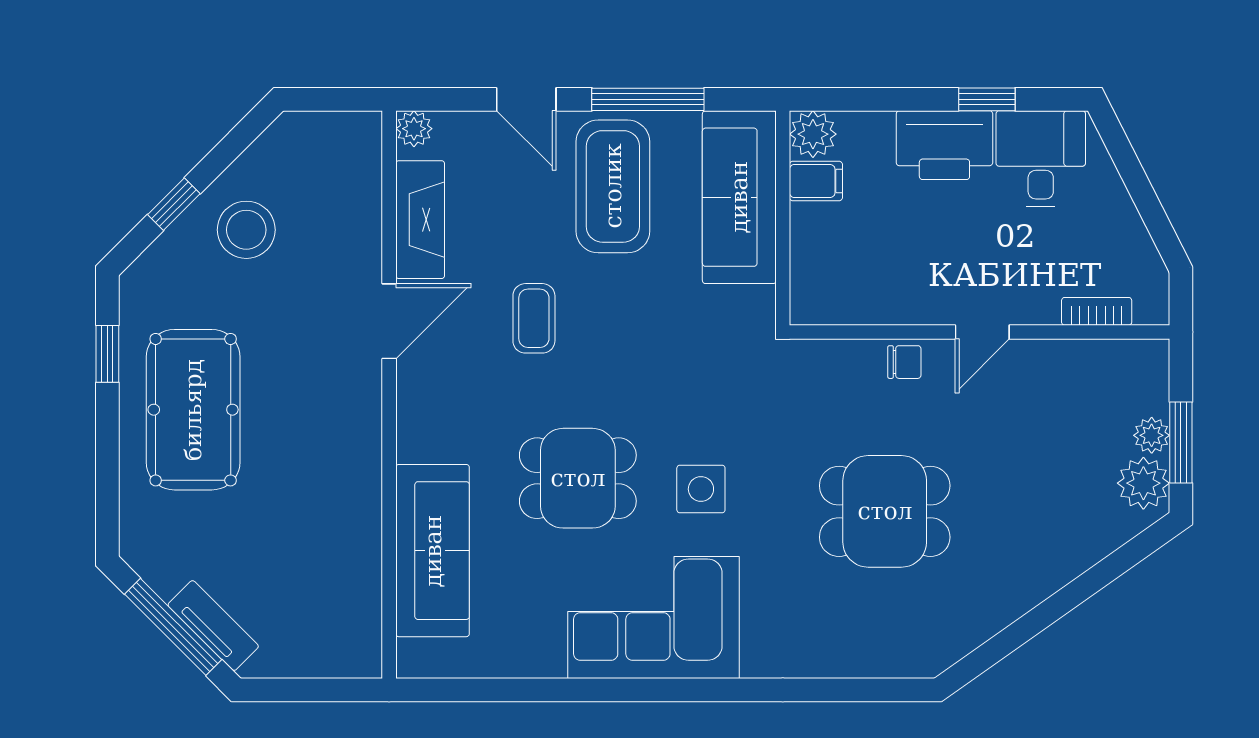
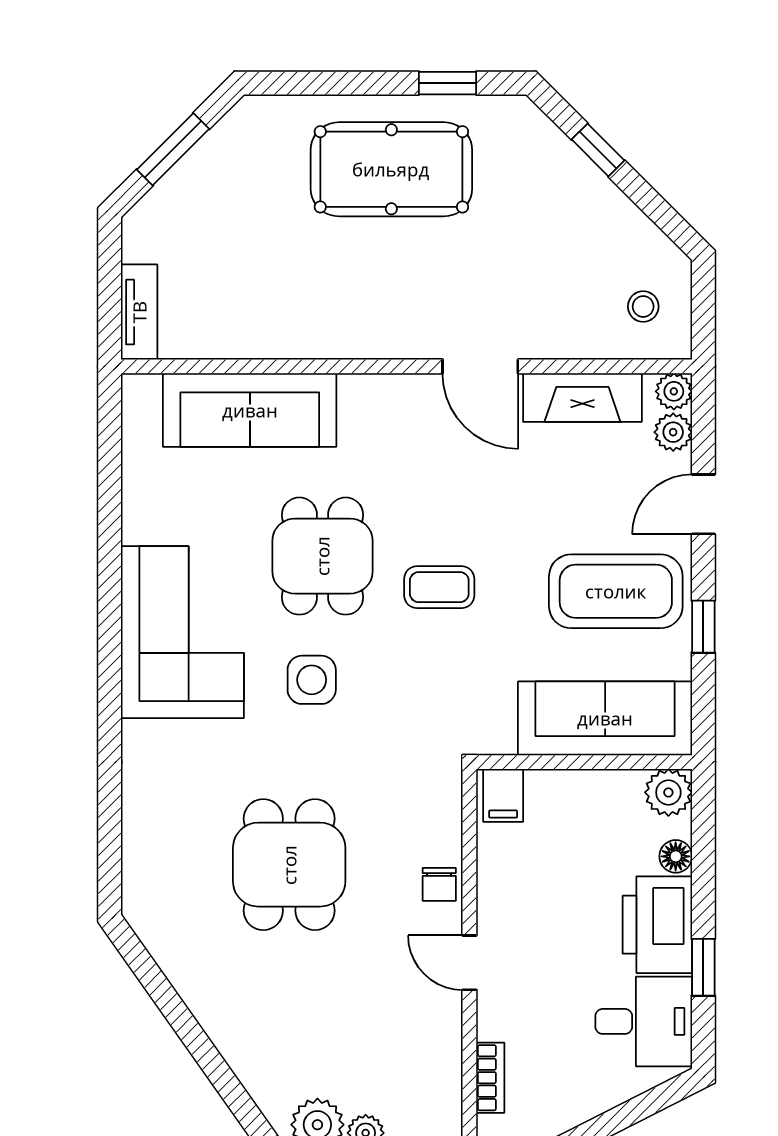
window: (648, 99) -> (703, 627), width x0.46
floor lamp: (877, 127) -> (676, 856), added
plant: (455, 129) -> (673, 432), added
filing cabinet: (816, 181) -> (503, 795), moved
stool: (246, 230) -> (643, 307), moved, width x0.53, depth x0.53
coffee table: (534, 318) -> (439, 587), moved
tv unit: (213, 626) -> (139, 312), moved, turned -45
window: (173, 627) -> (173, 149), width x0.69

